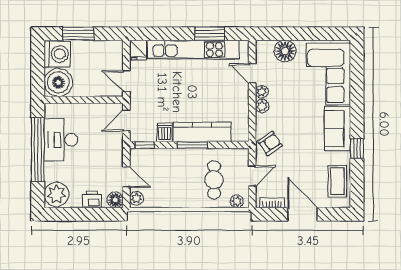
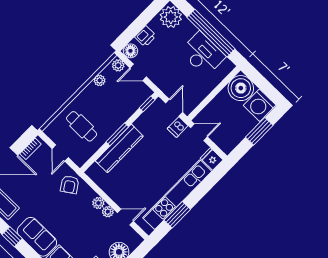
dishwasher: (165, 132) -> (178, 127), moved, turned 90
plant: (237, 201) -> (100, 80), moved

